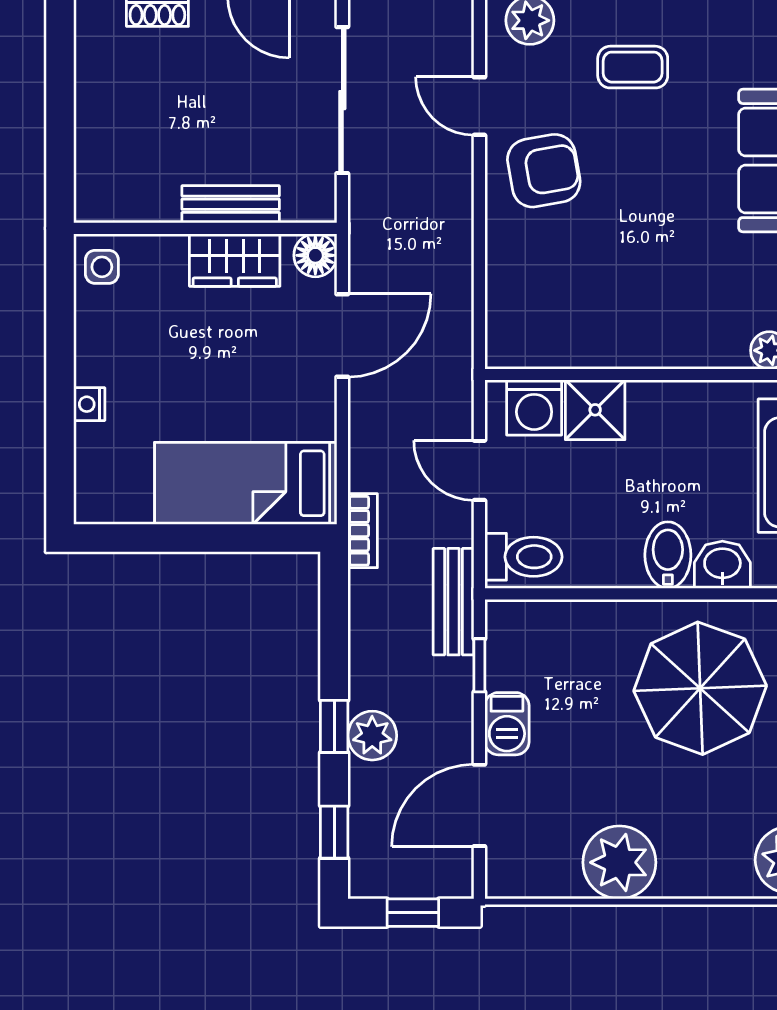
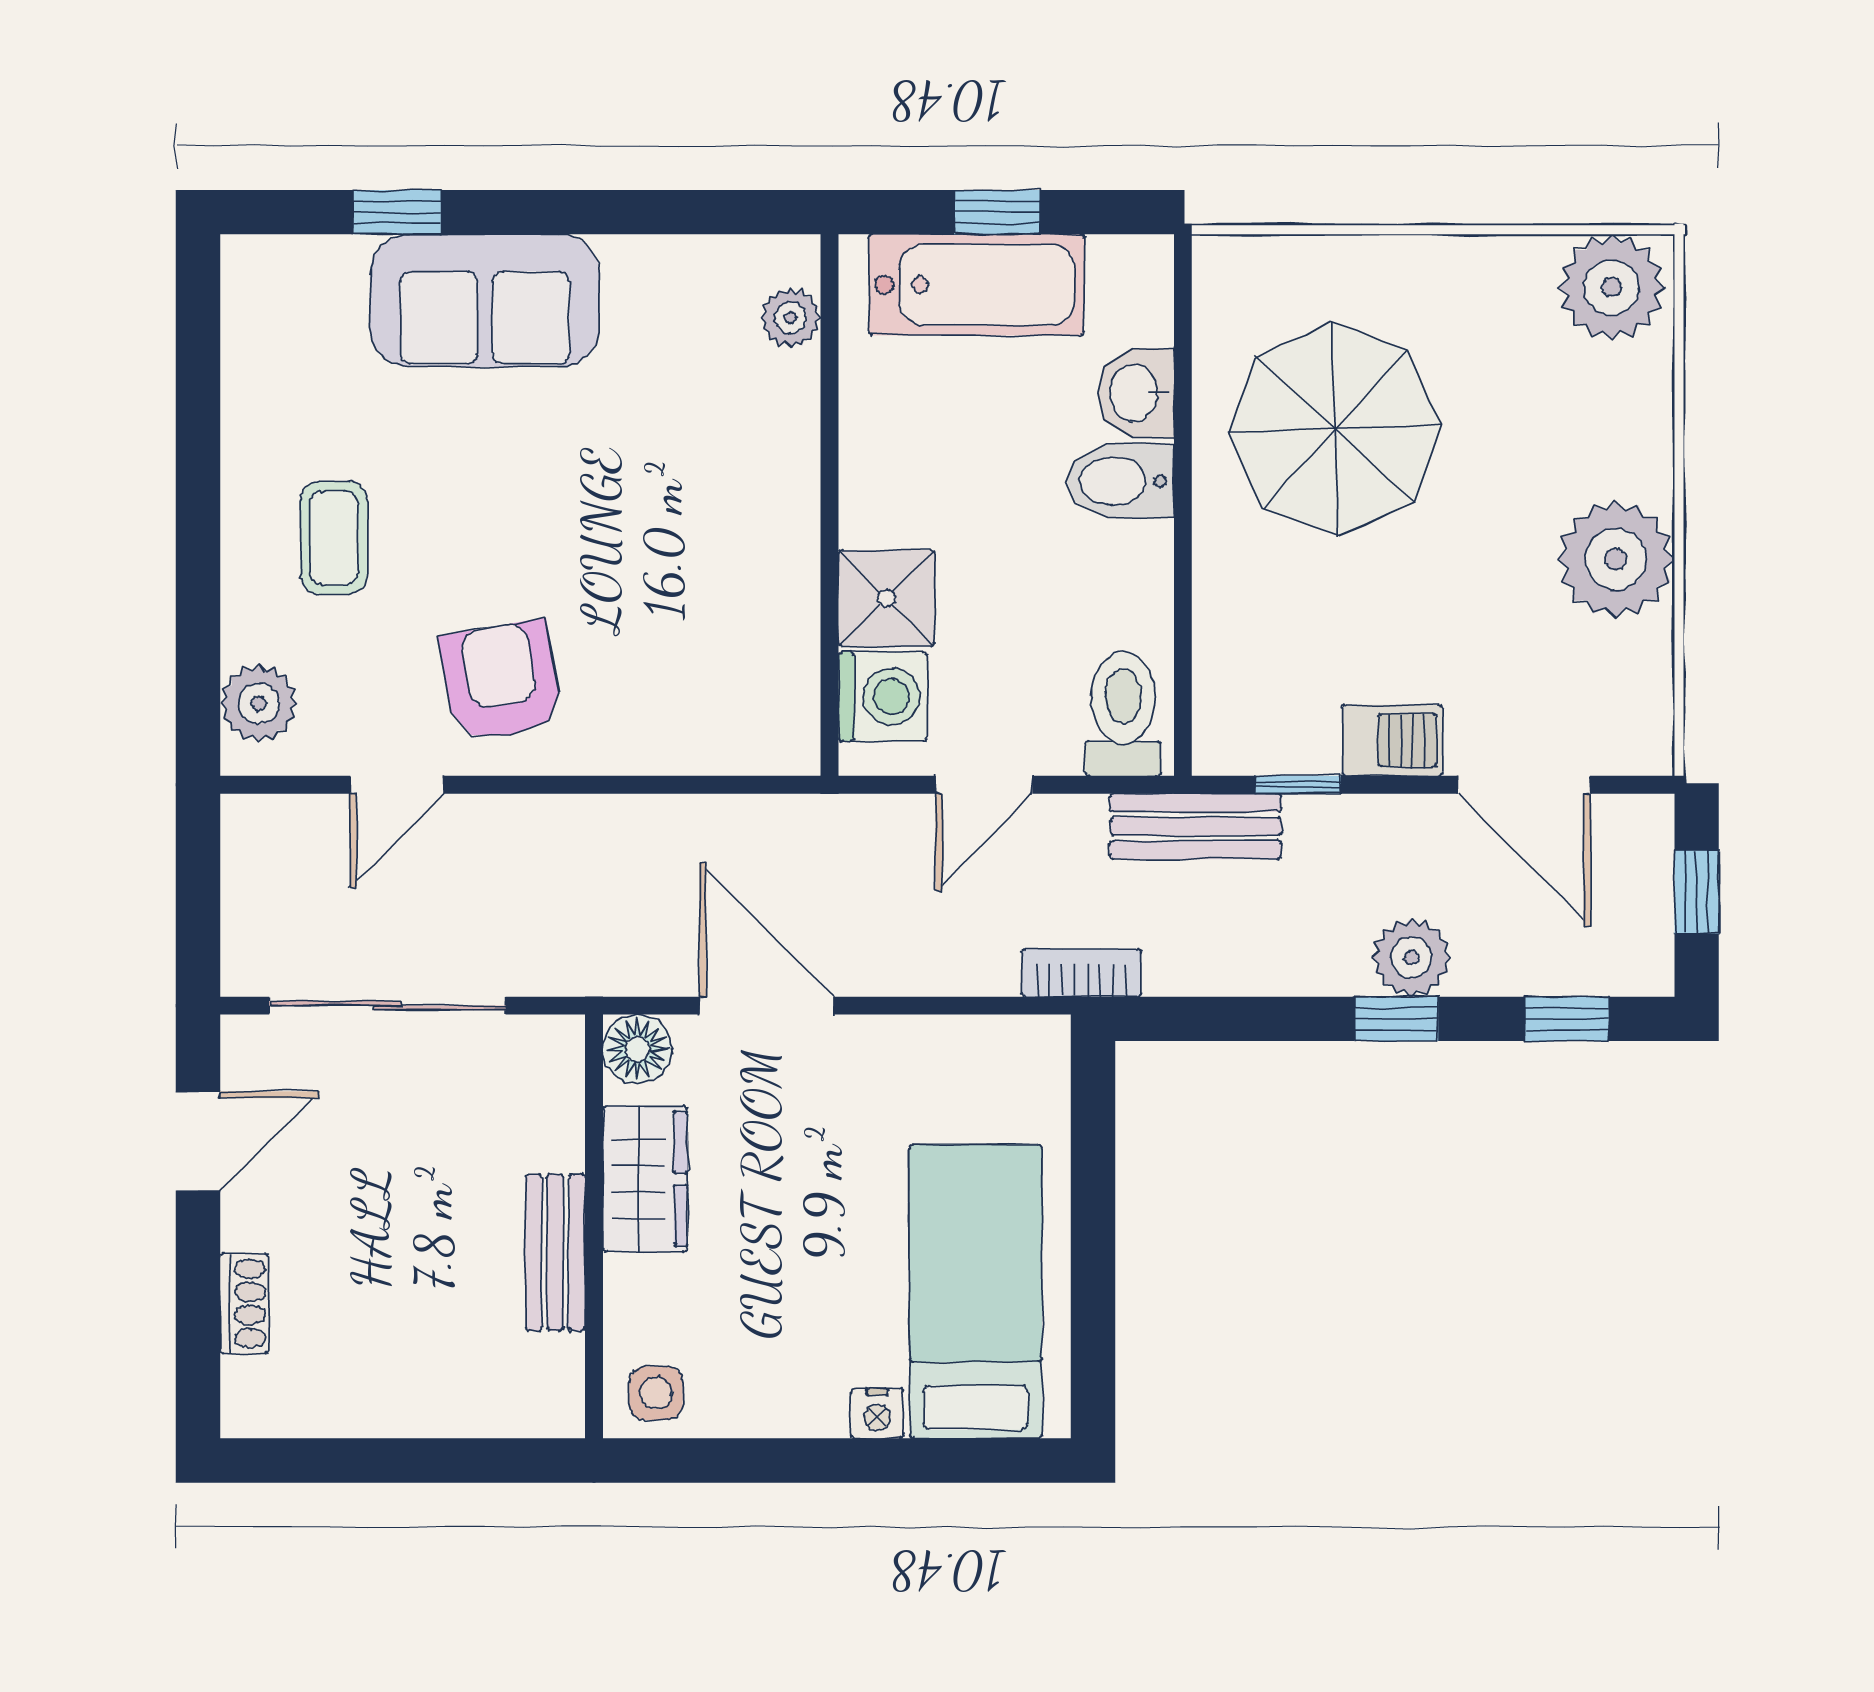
bench: (231, 204) -> (555, 1252), moved
bed: (246, 483) -> (976, 1292), moved, turned 180

